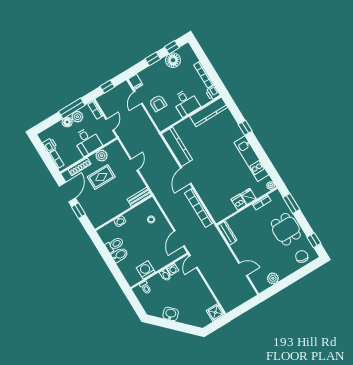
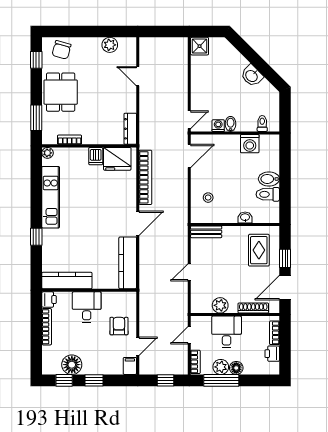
rug: (101, 177) -> (259, 250), moved, turned 90
fridge: (248, 196) -> (117, 159), moved, width x1.88, depth x1.34

